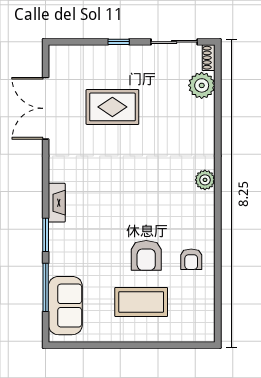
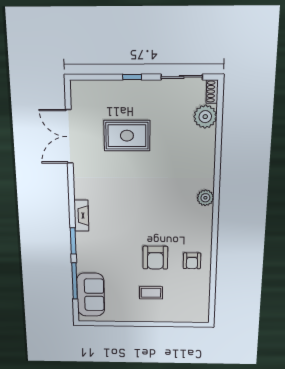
coffee table: (141, 302) -> (151, 293), width x0.54, depth x0.58

